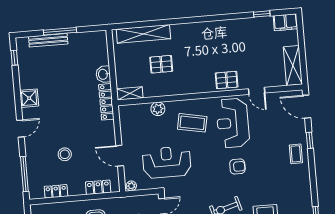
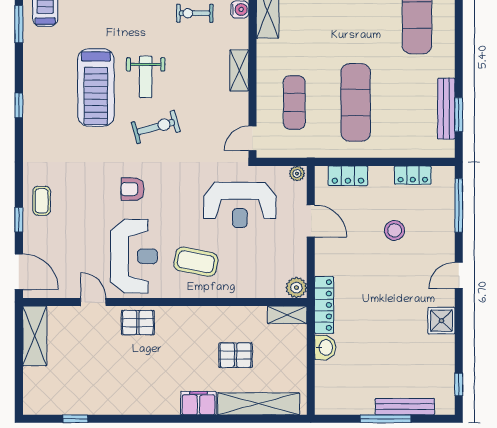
filing cabinet: (285, 22) -> (198, 403), moved
plant: (158, 109) -> (296, 288), moved

